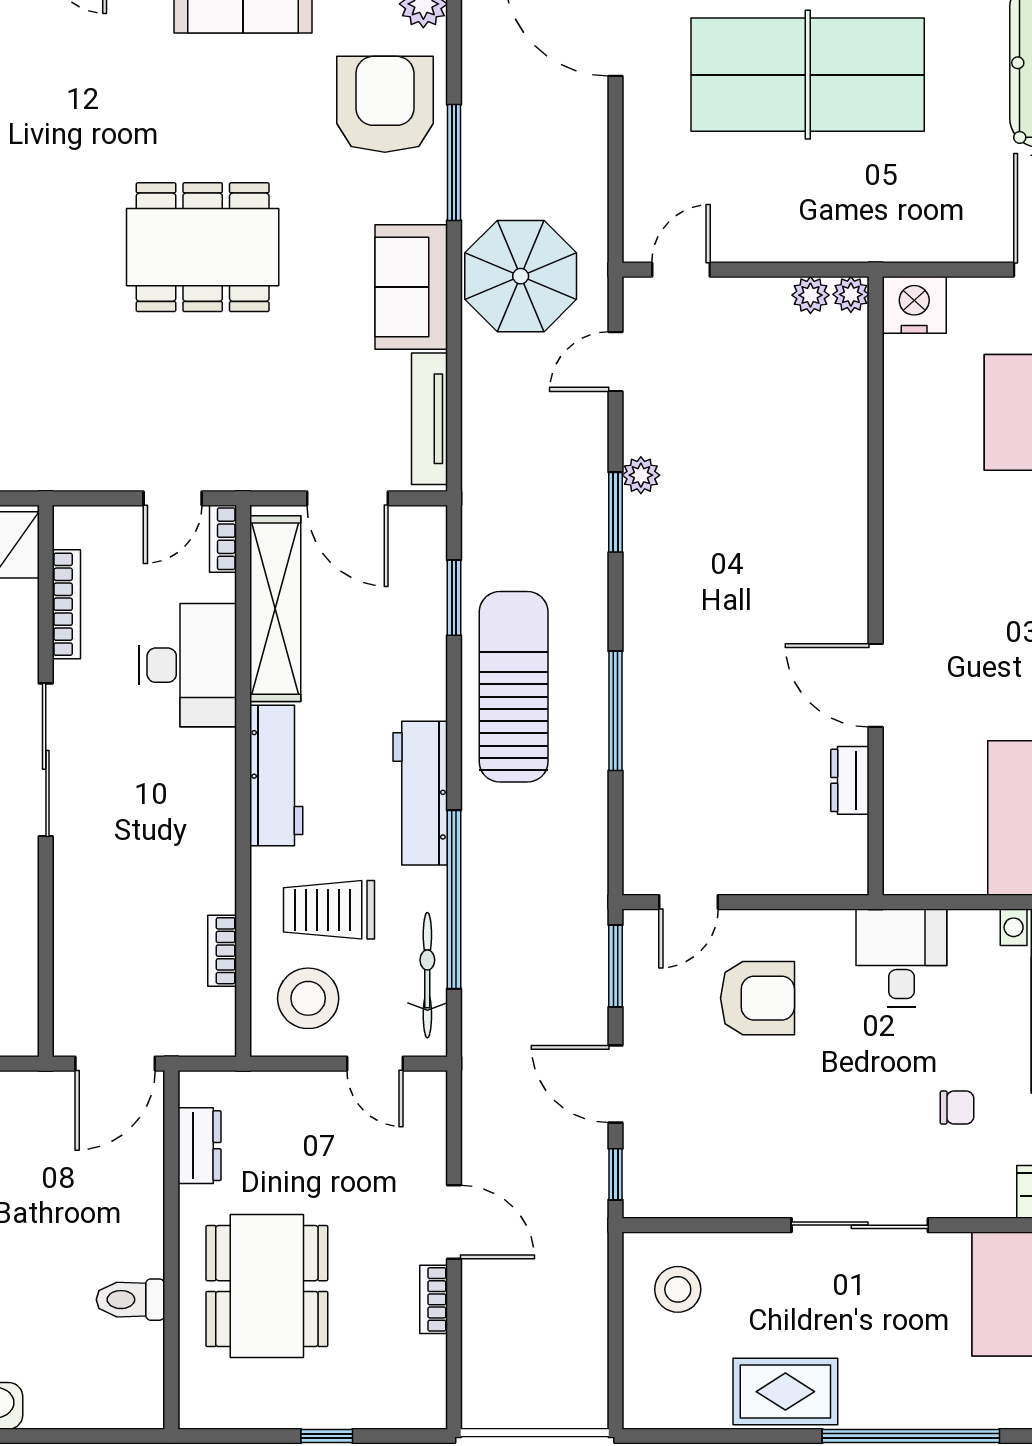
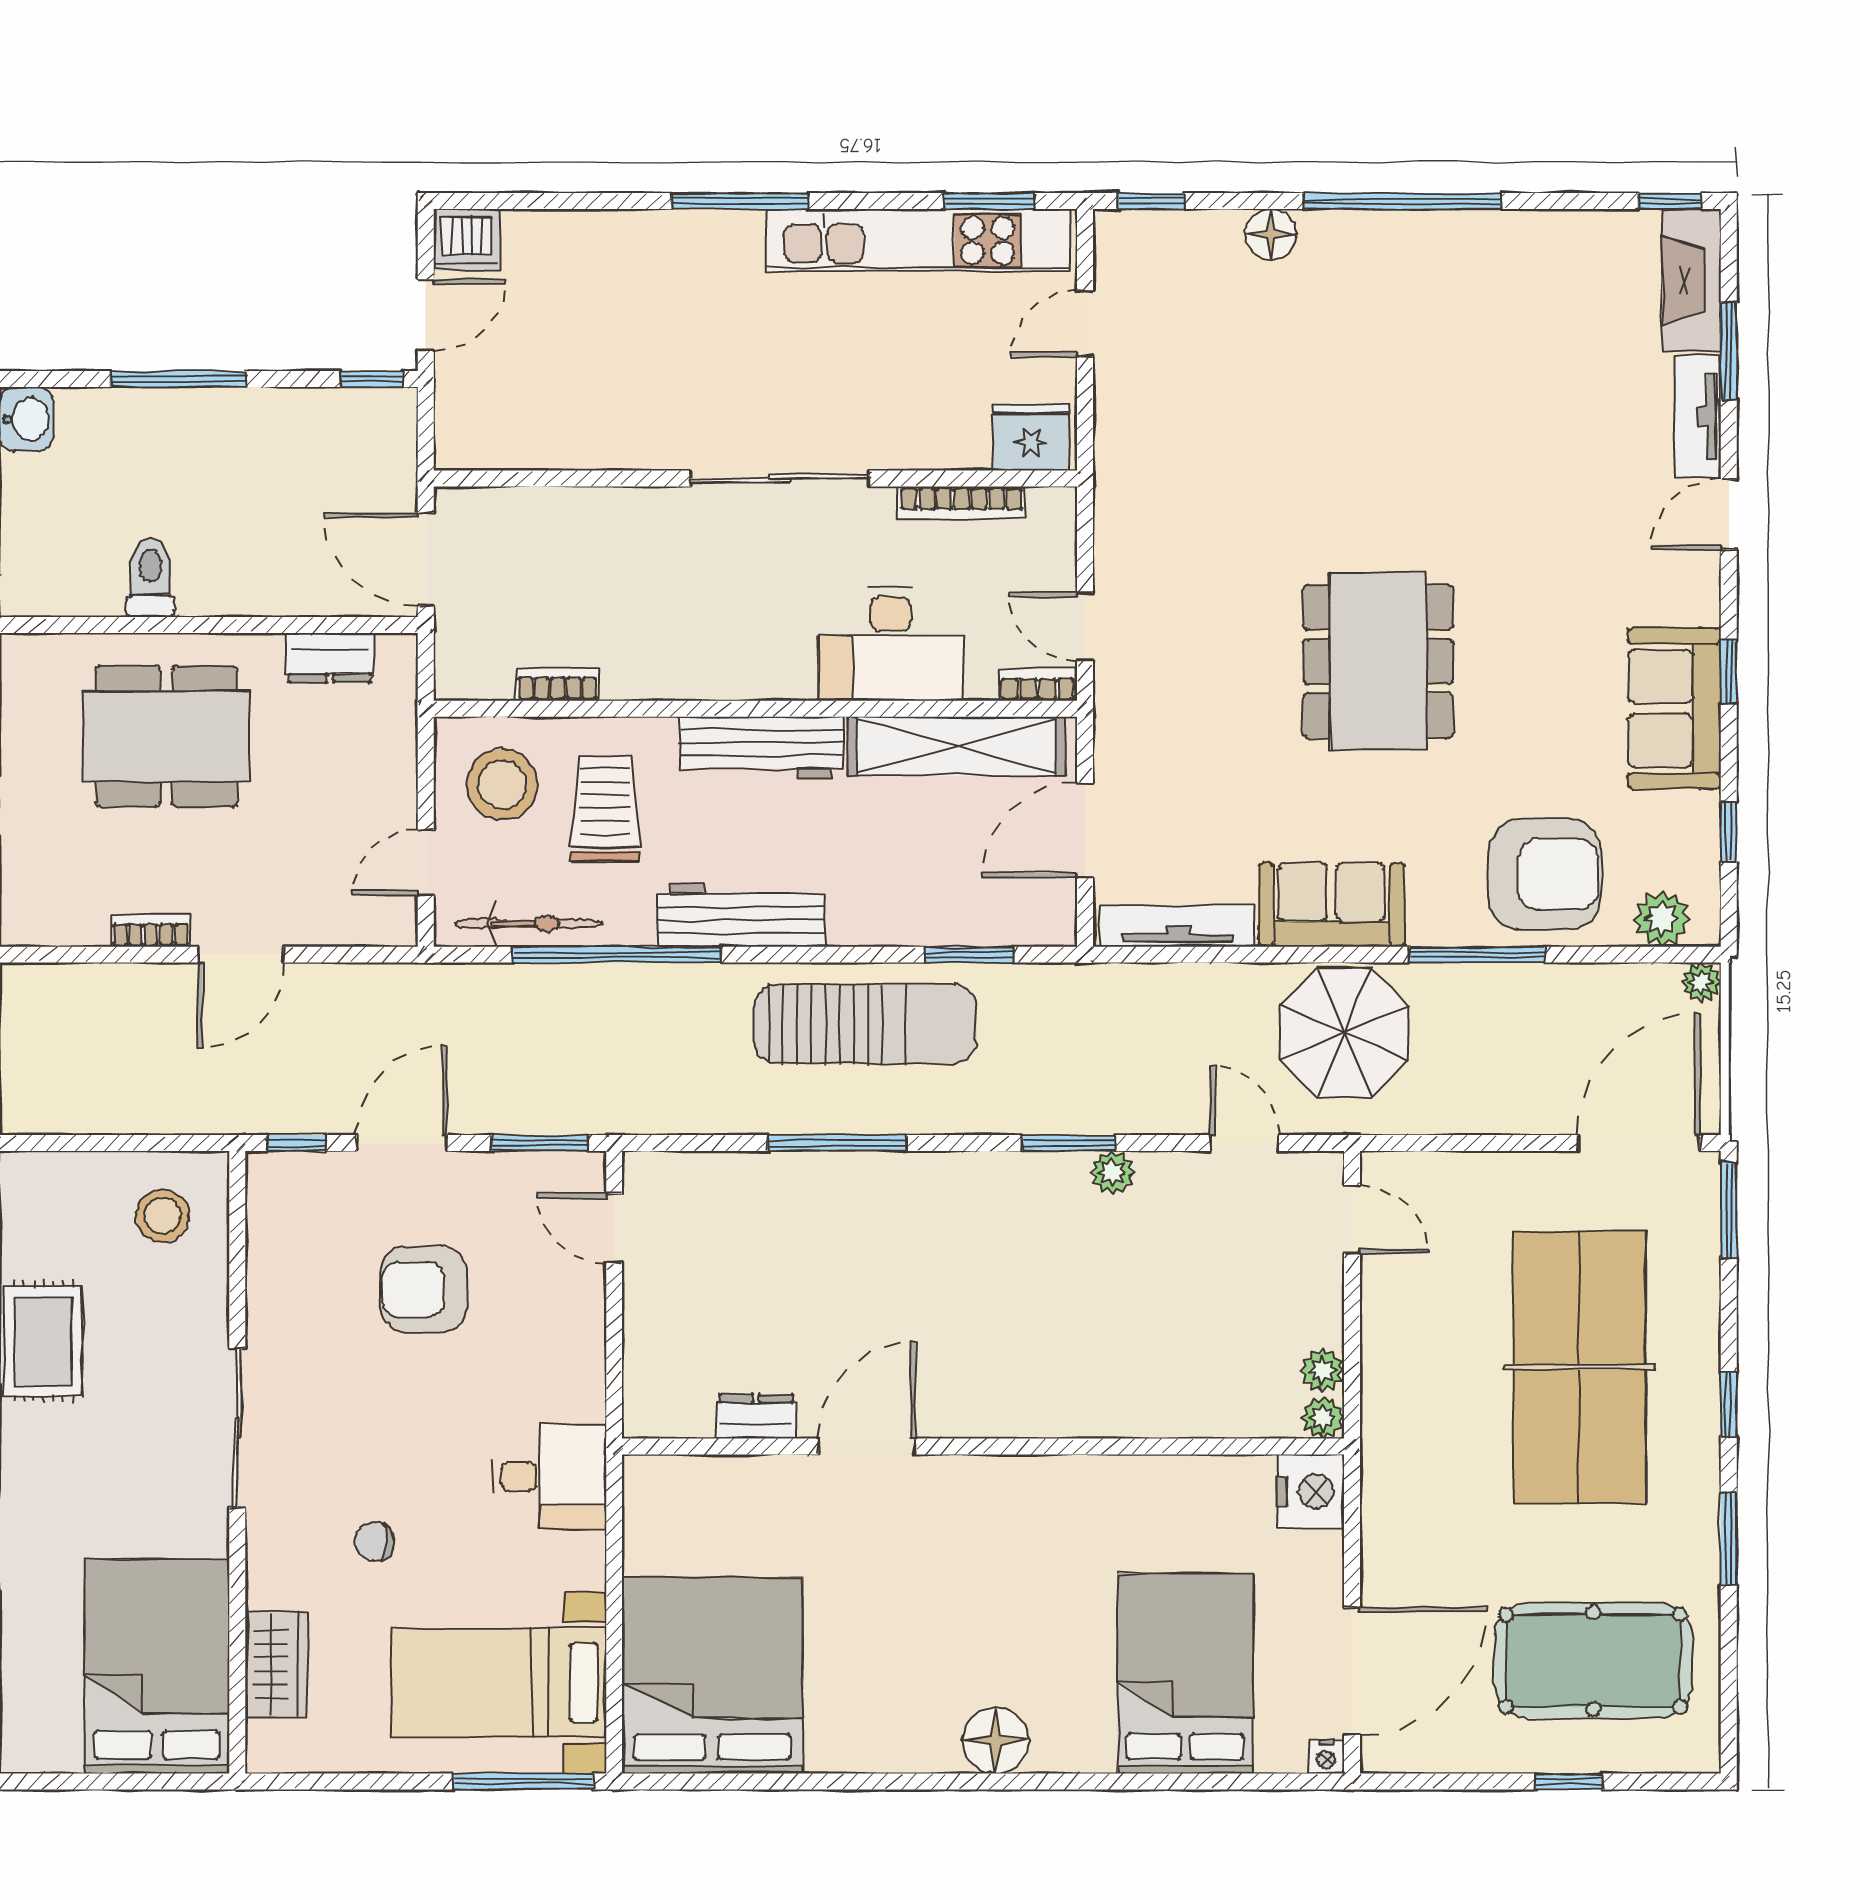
armchair: (758, 998) -> (424, 1289), moved, turned 90
chair: (957, 1108) -> (375, 1541), turned 92

